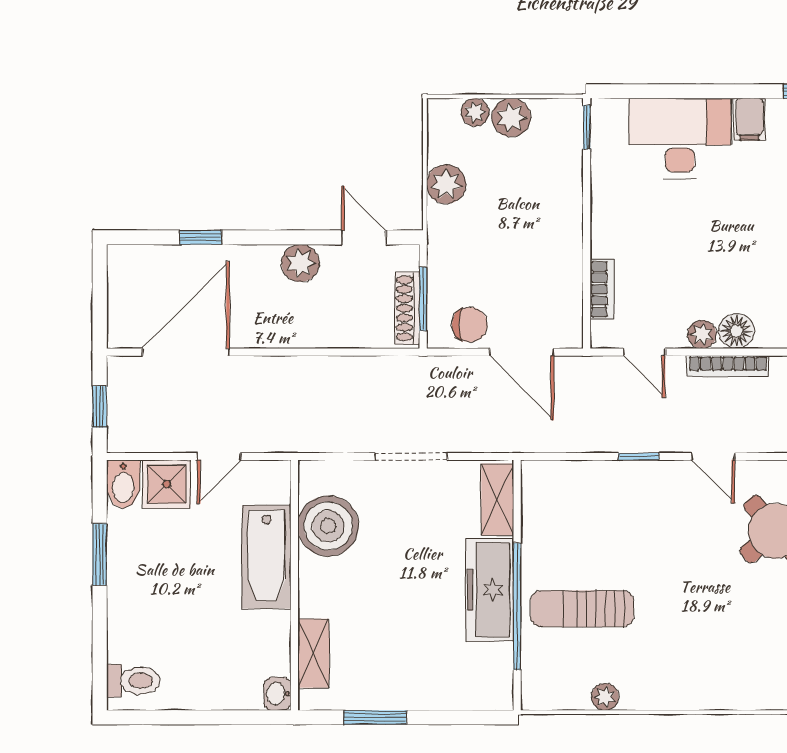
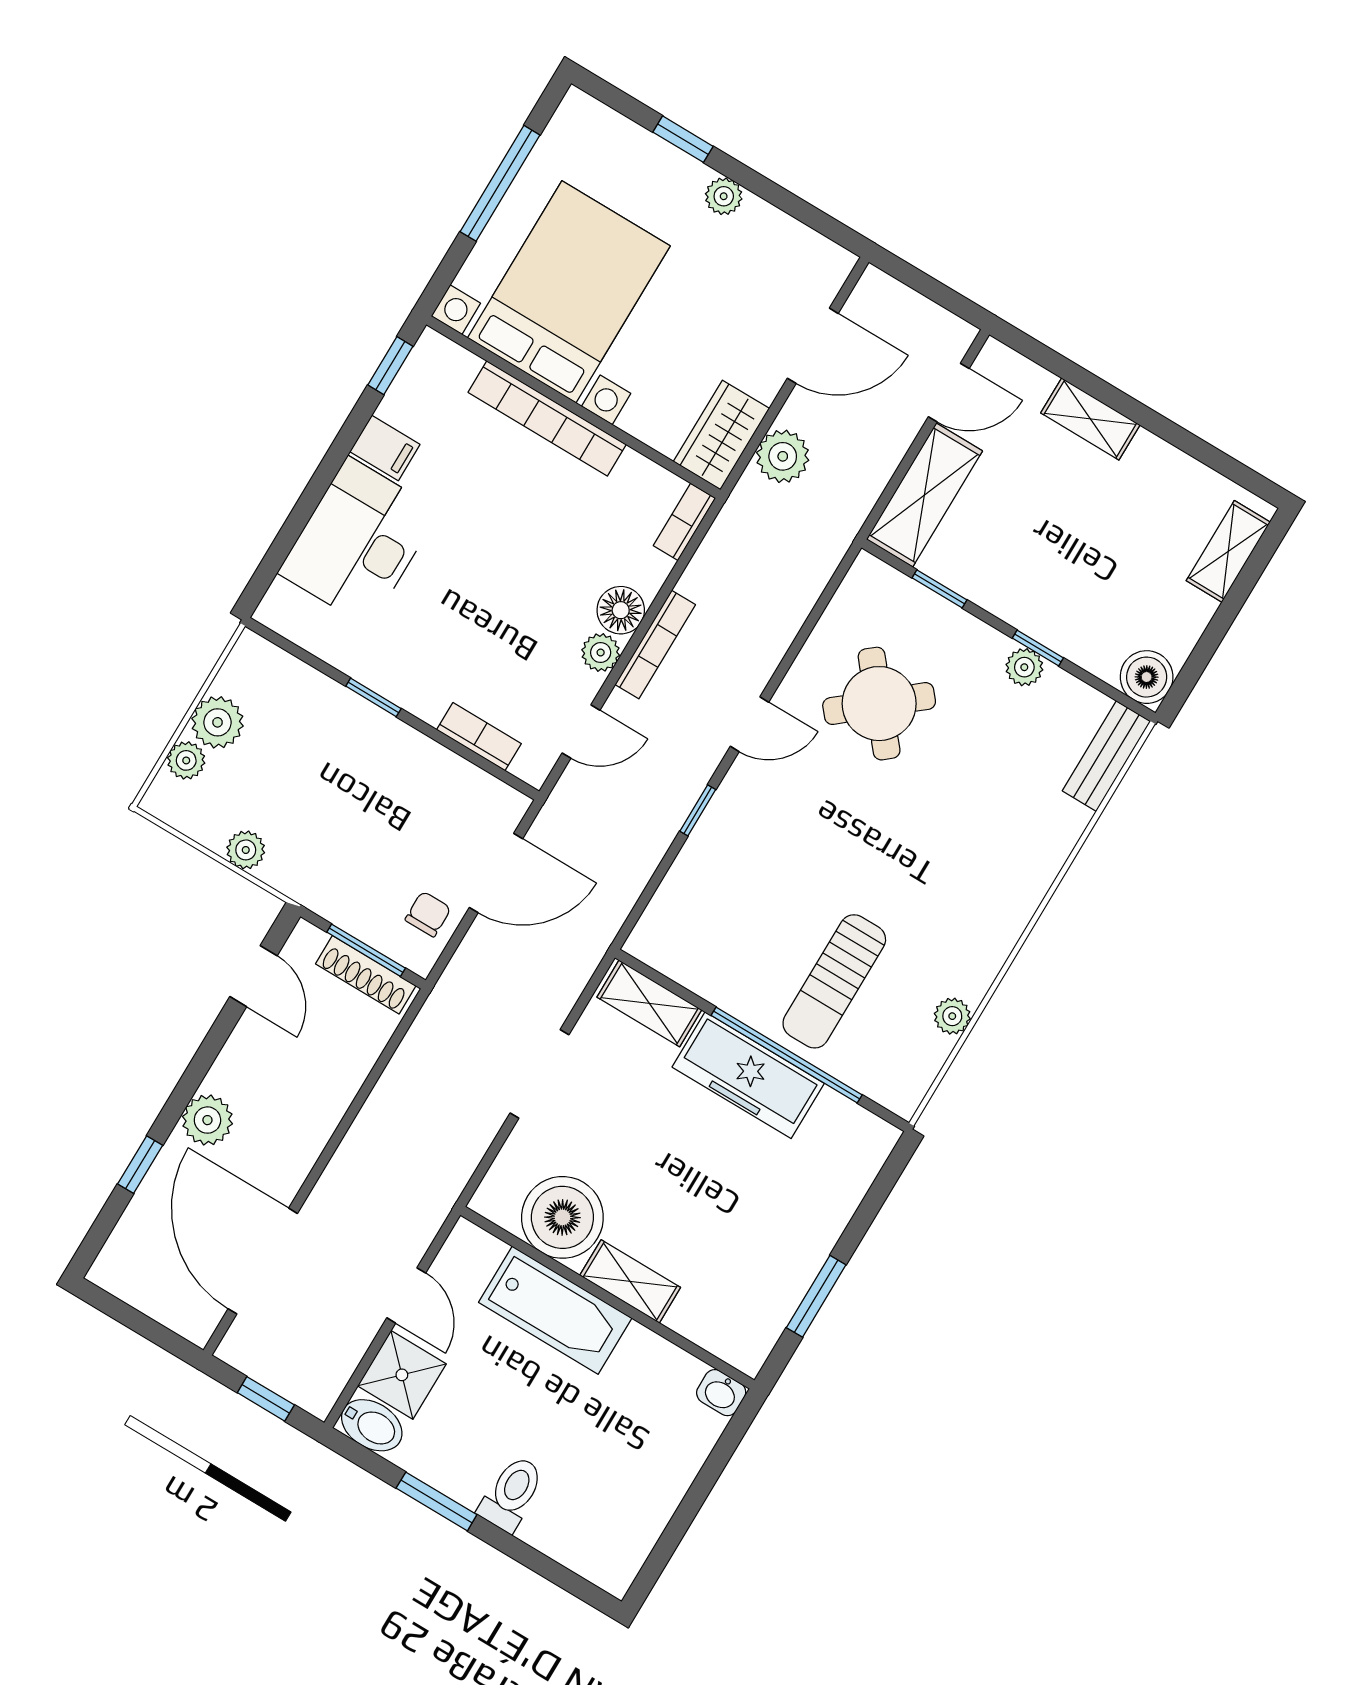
window: (587, 127) -> (373, 697), moved
plant: (446, 184) -> (246, 850), width x0.73, depth x0.73
door: (364, 237) -> (253, 976), swing flipped
plant: (300, 263) -> (207, 1120), moved
chair: (470, 325) -> (428, 914), width x0.73, depth x0.73
shelving: (313, 653) -> (630, 1281), moved
toilet: (133, 681) -> (512, 1494), moved

